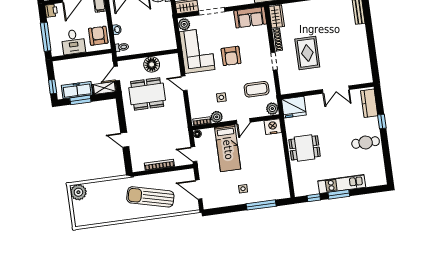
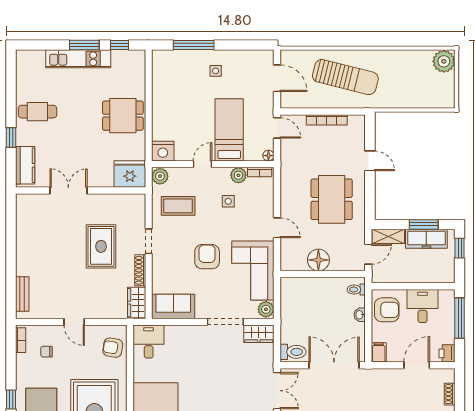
armchair: (98, 36) -> (387, 310), turned -90
dining table: (147, 94) -> (332, 199), moved, turned 90
plant: (78, 192) -> (444, 61), moved

